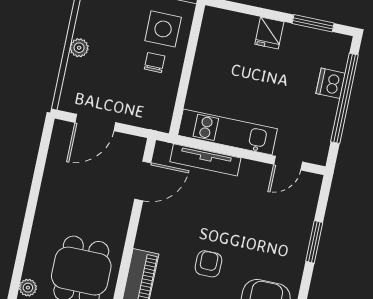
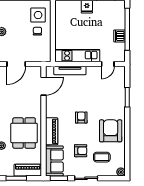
dishwasher: (331, 83) -> (119, 36), moved

